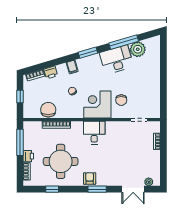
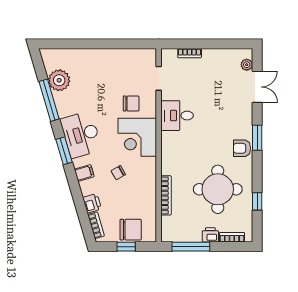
desk: (117, 60) -> (81, 135), moved
chair: (48, 110) -> (131, 230), moved, turned 180
desk: (94, 133) -> (177, 116), moved

